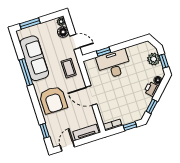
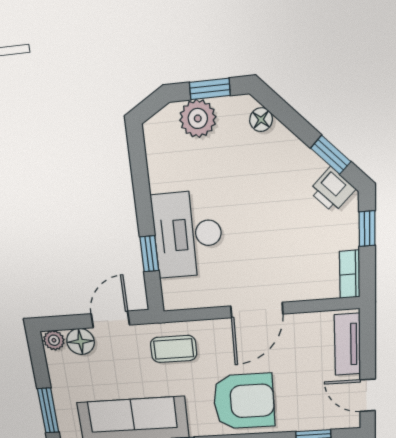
printer: (151, 89) -> (332, 190), moved

